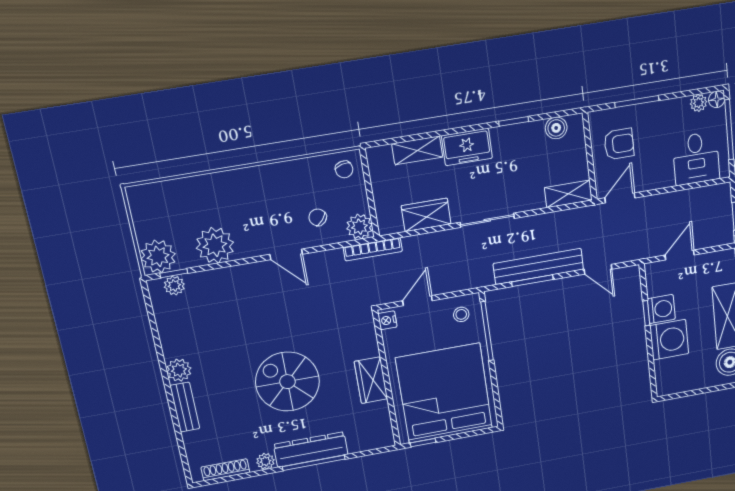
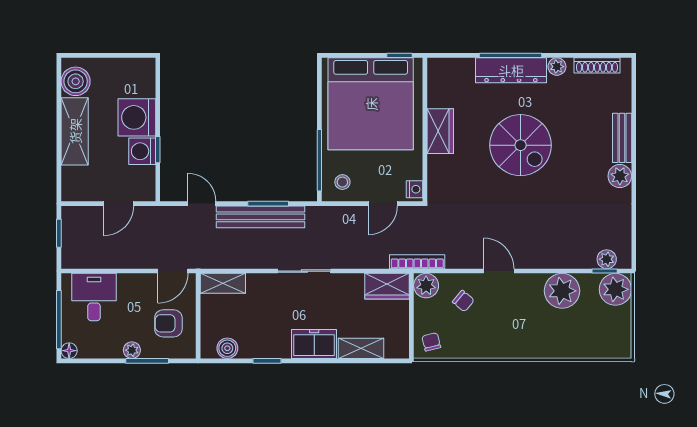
plant: (699, 103) -> (132, 350), moved
wardrobe: (426, 215) -> (387, 286), moved

